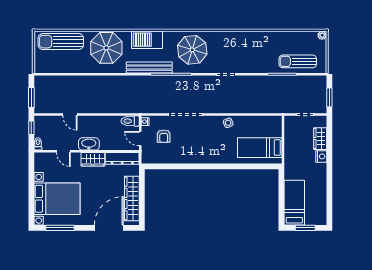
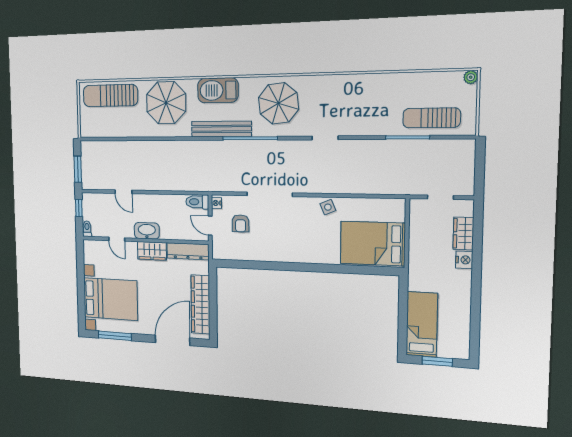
window: (329, 97) -> (480, 172), removed
bed: (260, 148) -> (373, 243), width x1.50

